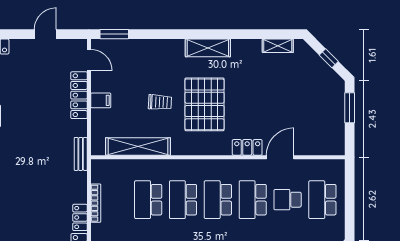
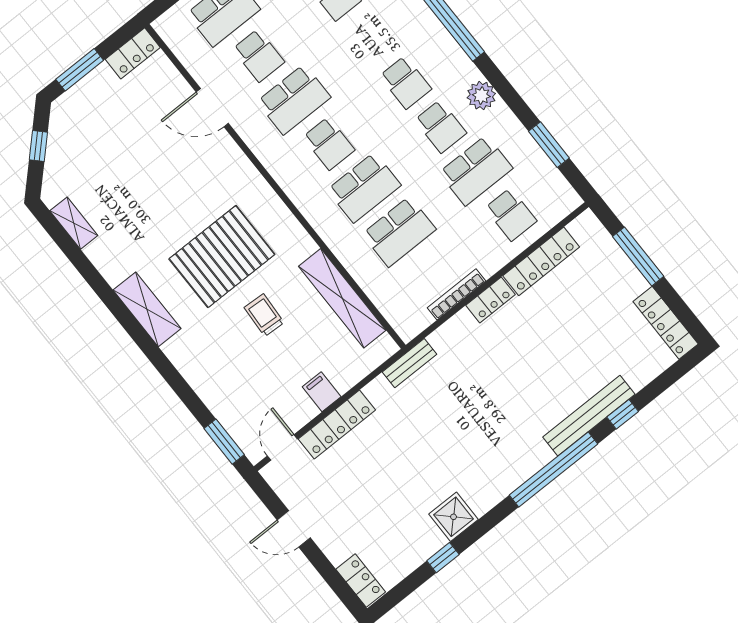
locker: (247, 147) -> (133, 53), moved, turned -90
school desk: (218, 200) -> (329, 144), width x0.54

